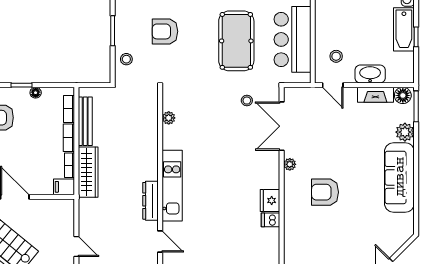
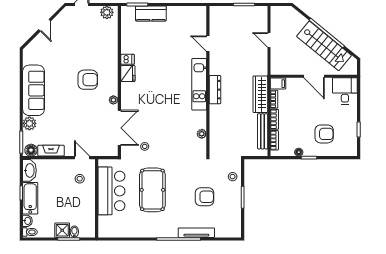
washbasin: (370, 74) -> (29, 170), moved, turned -90
dresser: (151, 201) -> (215, 90), moved

